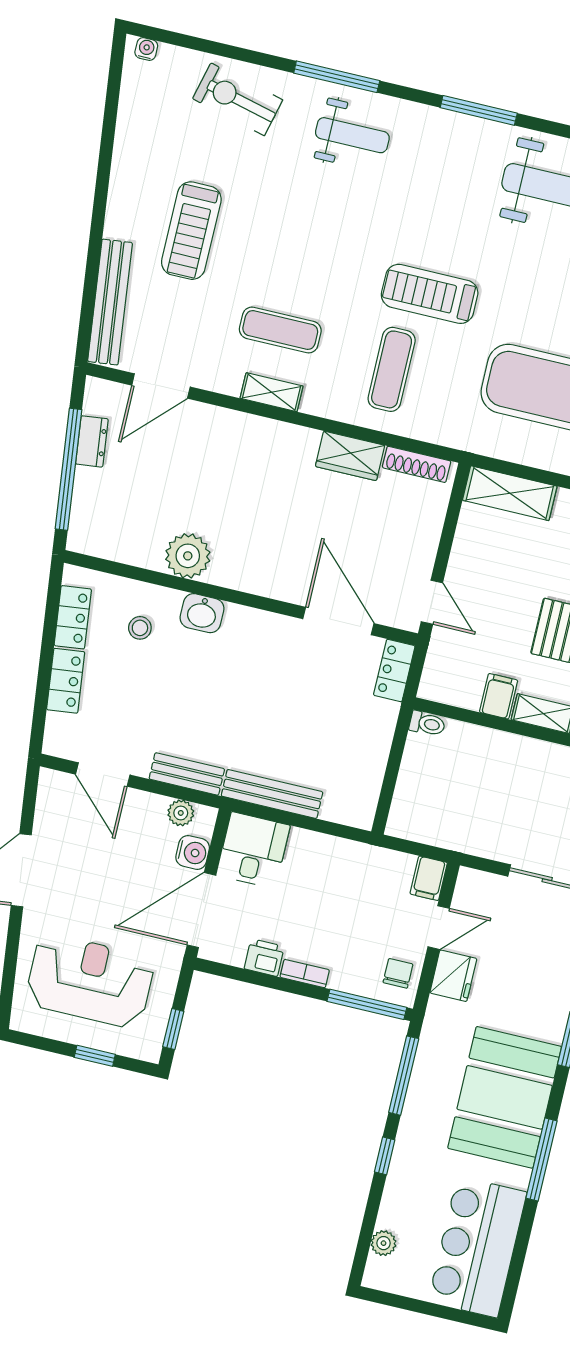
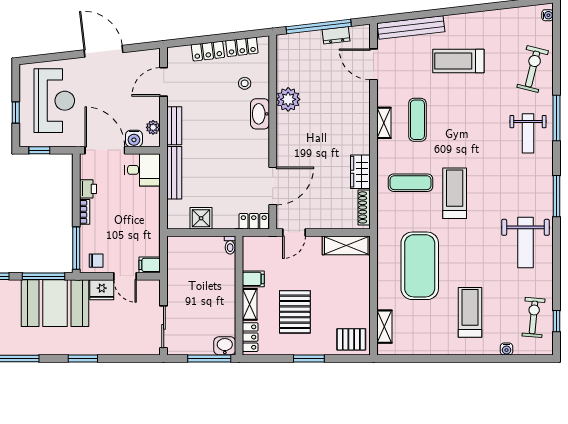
shelving: (510, 493) -> (346, 245), moved, turned 90
washbasin: (202, 613) -> (260, 114), width x1.38
shower: (366, 765) -> (201, 218), added
booth: (505, 1097) -> (55, 303), moved

